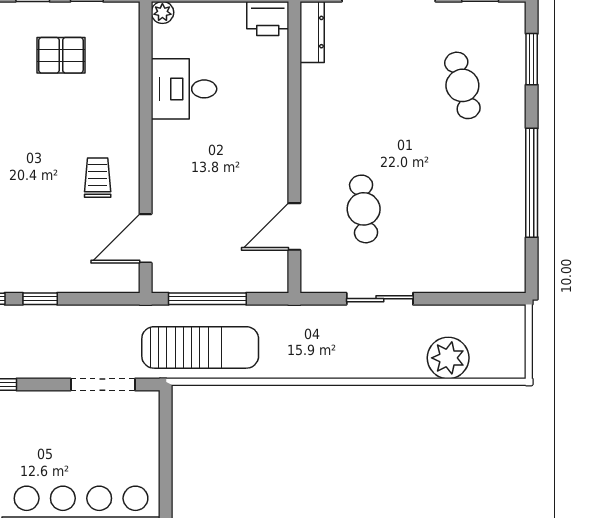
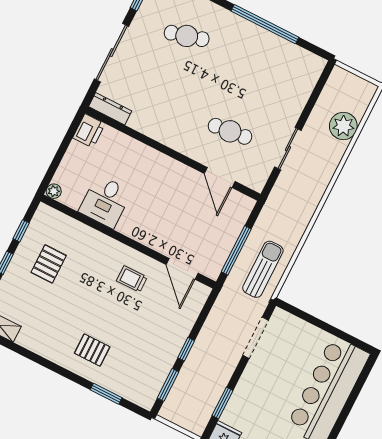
sun lounger: (200, 347) -> (263, 269), width x0.73, depth x0.75

